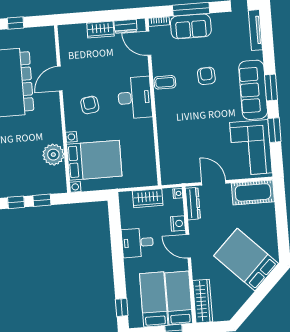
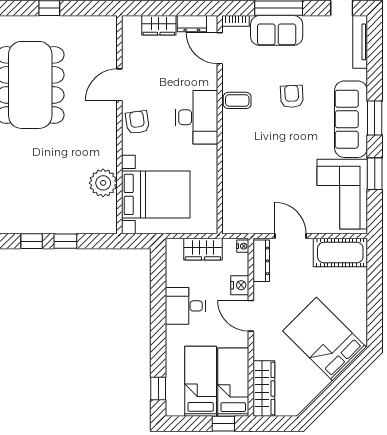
door: (60, 79) -> (119, 85), moved
wall: (62, 109) -> (119, 125), moved
plant: (53, 155) -> (103, 183), moved
bed with nightstands: (94, 160) -> (156, 194), moved

